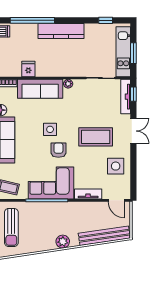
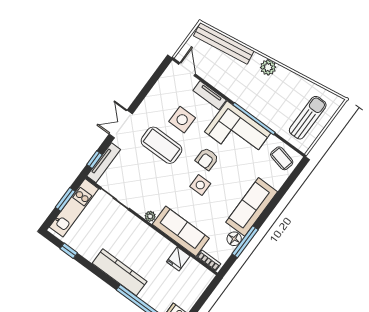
side table: (116, 166) -> (182, 120), moved

